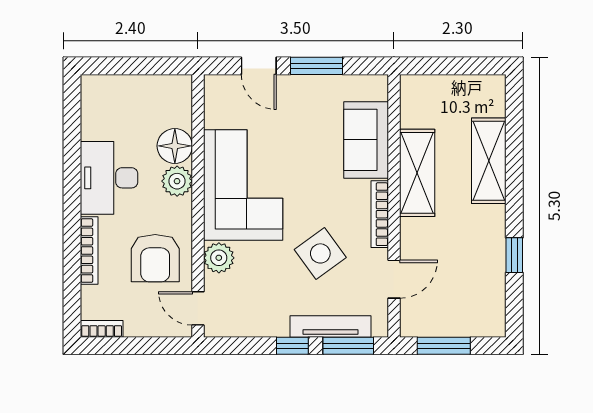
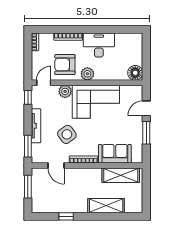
floor lamp: (175, 146) -> (135, 73), moved
shelving: (417, 173) -> (121, 175), moved
plant: (177, 181) -> (87, 74), moved
tv unit: (331, 326) -> (36, 126), moved
window: (292, 346) -> (28, 97), moved

